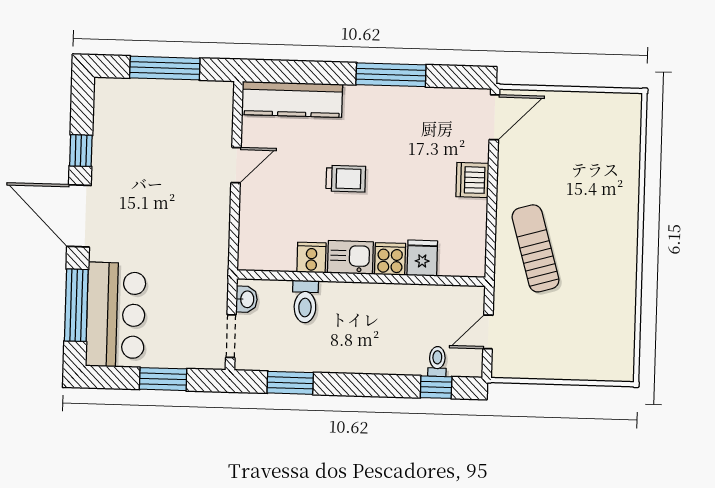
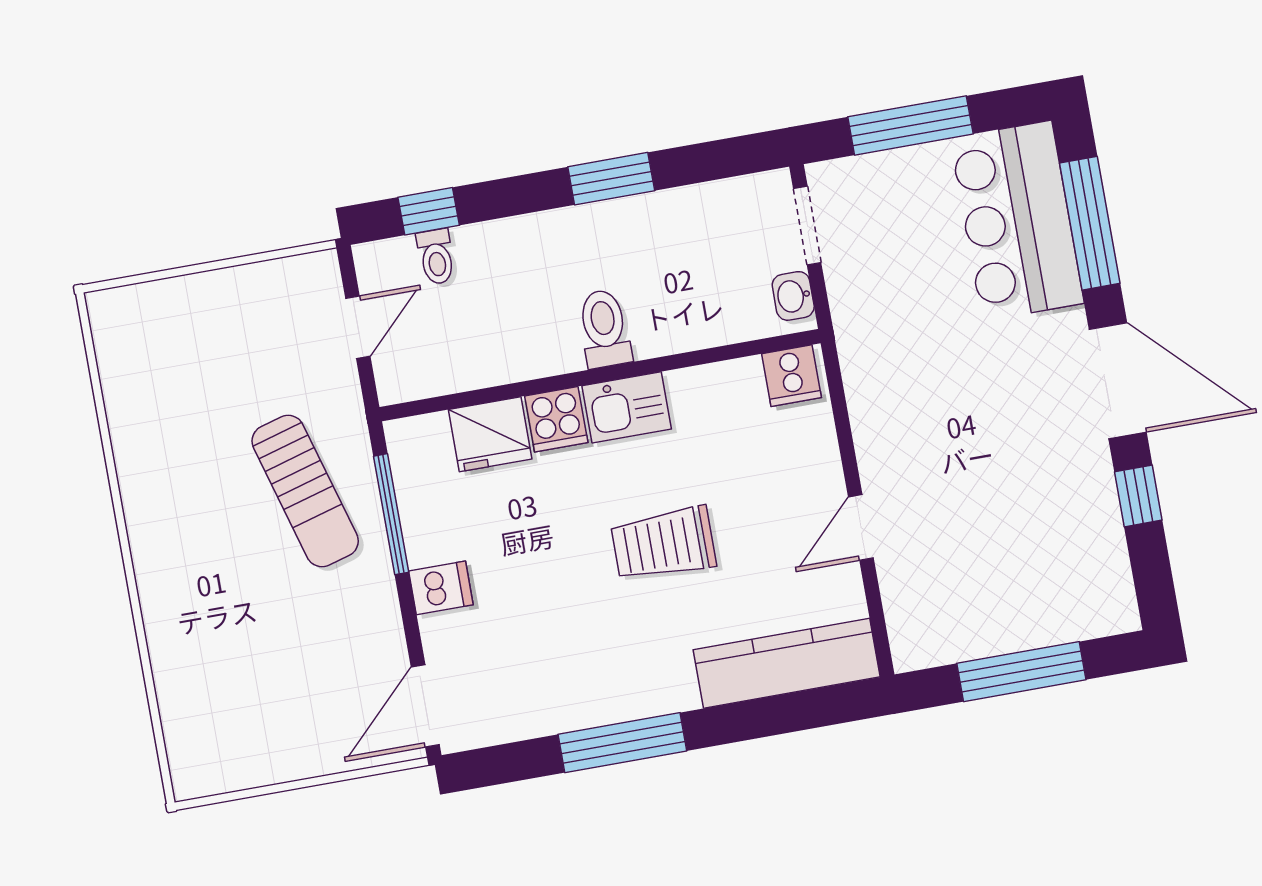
trolley: (346, 179) -> (663, 544), width x1.36, depth x1.39
dishwasher: (472, 180) -> (441, 588), width x0.73
window: (491, 226) -> (391, 514), added
cooker: (311, 258) -> (792, 376), moved
fridge: (422, 258) -> (490, 434), width x1.38
toilet: (305, 302) -> (604, 329), moved
window: (163, 379) -> (910, 125), width x1.44
window: (290, 383) -> (611, 179), moved

